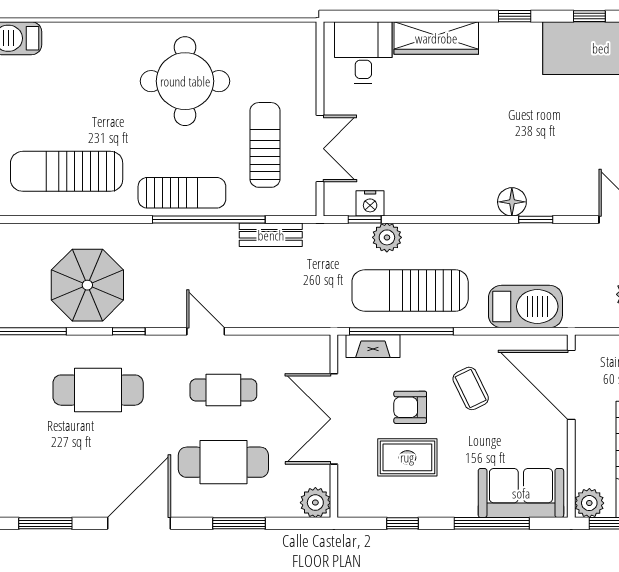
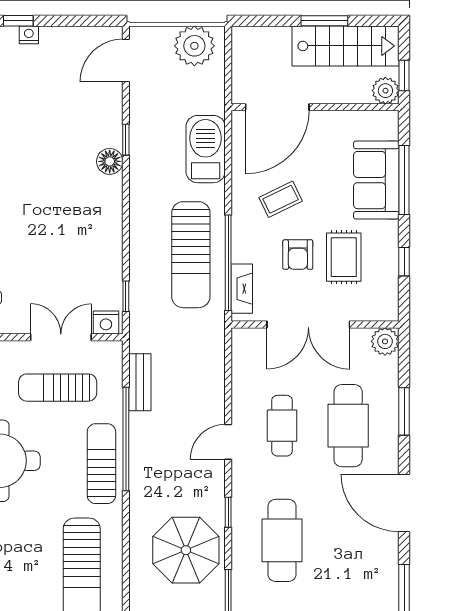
nightstand: (370, 203) -> (106, 323), moved, turned 90
plant: (387, 237) -> (142, 276), removed
sofa: (521, 493) -> (376, 180), moved

